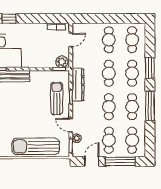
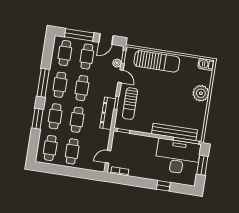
plant: (62, 62) -> (120, 137), removed

